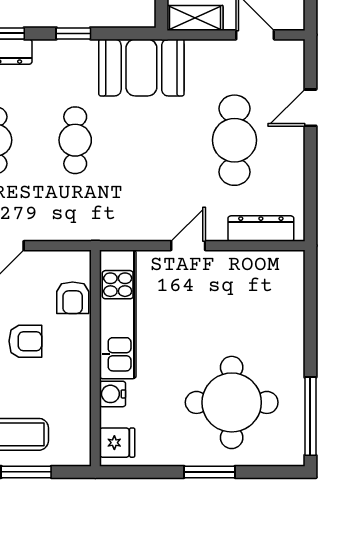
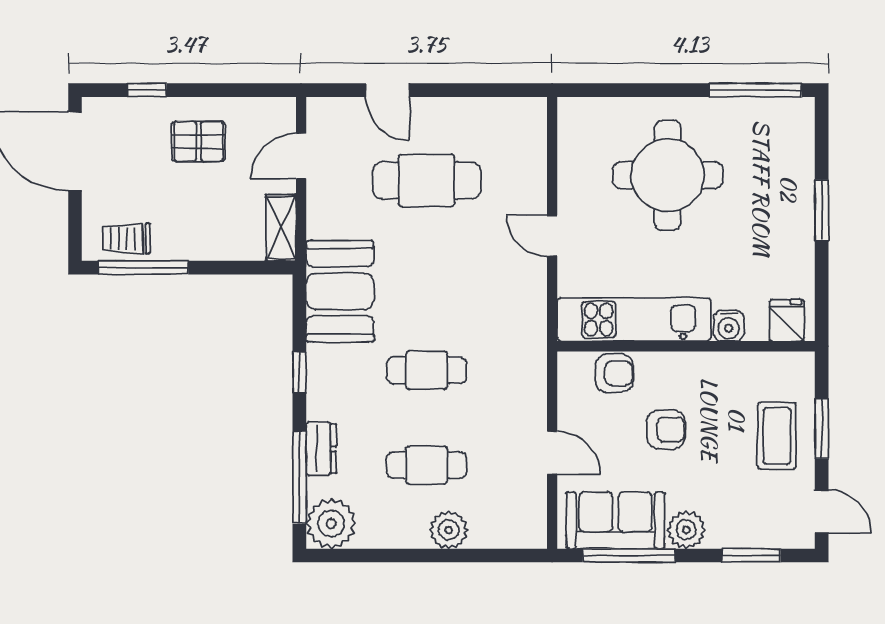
dresser: (261, 229) -> (532, 149), removed
armchair: (25, 341) -> (666, 430), turned 90
round table: (232, 402) -> (668, 175), moved

